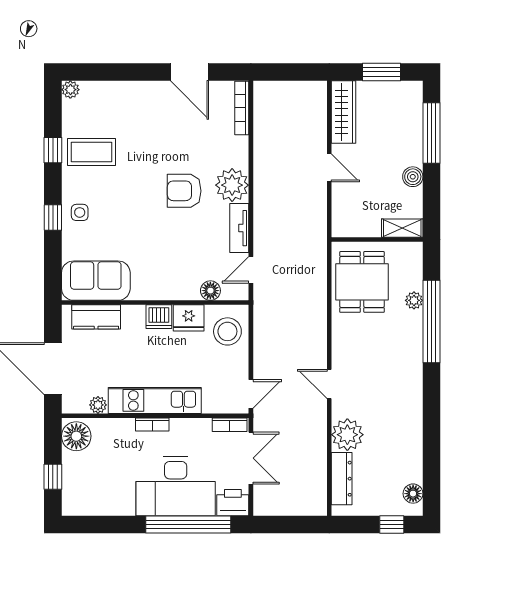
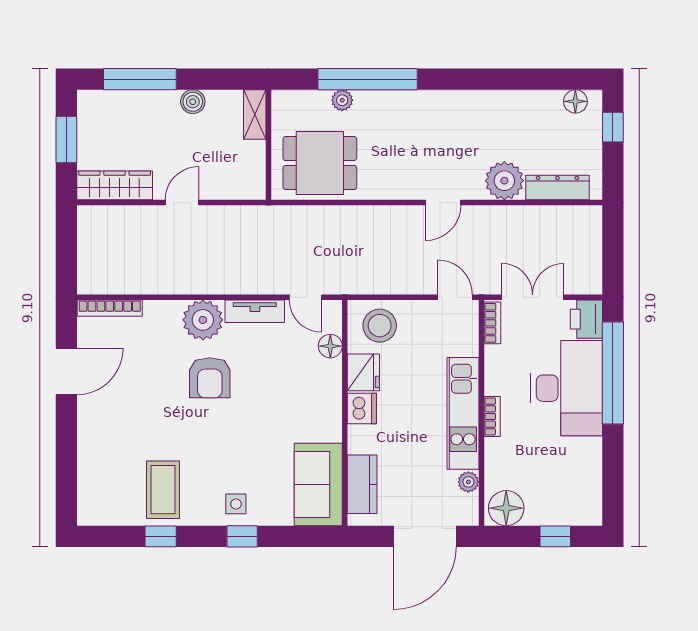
plant: (70, 90) -> (87, 515), removed

